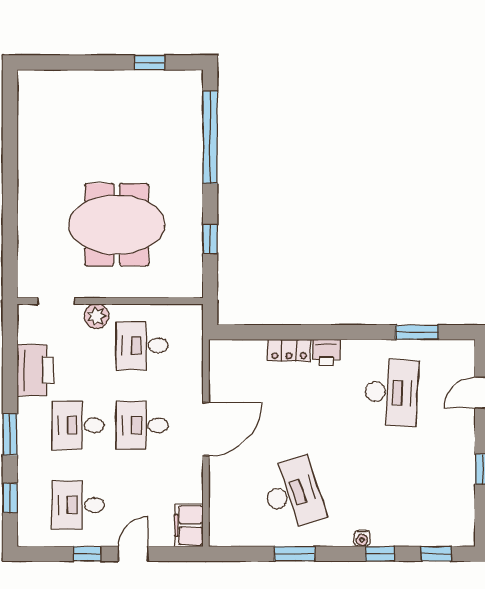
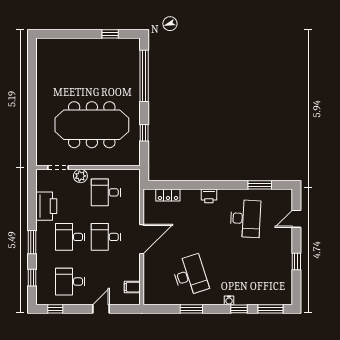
meeting table: (117, 225) -> (92, 125), width x1.36
locker: (289, 350) -> (168, 195), moved
filing cabinet: (189, 525) -> (132, 287), width x0.50
window: (87, 554) -> (55, 309), moved
window: (436, 554) -> (271, 309), width x1.50

